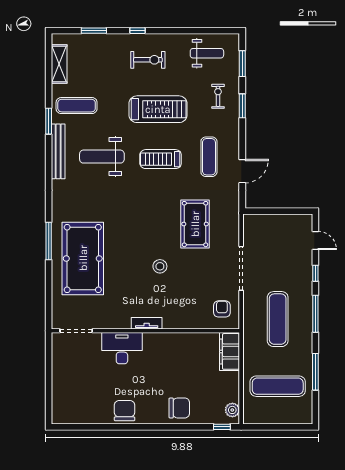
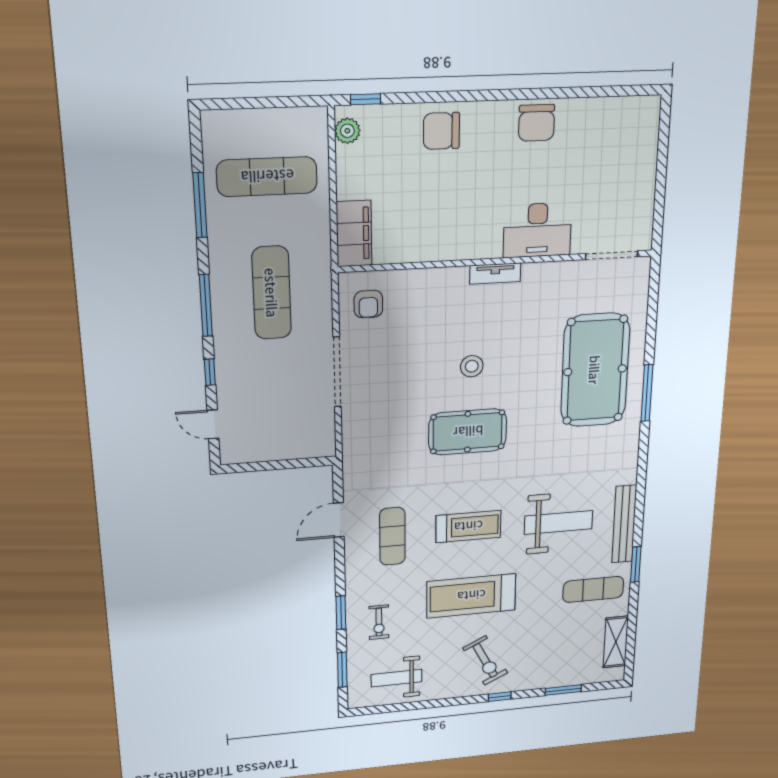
exercise bike: (148, 60) -> (485, 661), turned -117
pool table: (195, 224) -> (468, 432), moved, turned 90

